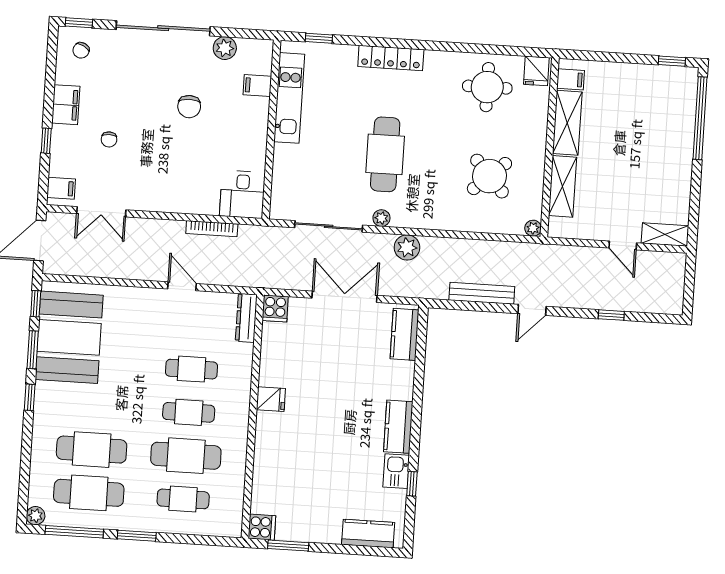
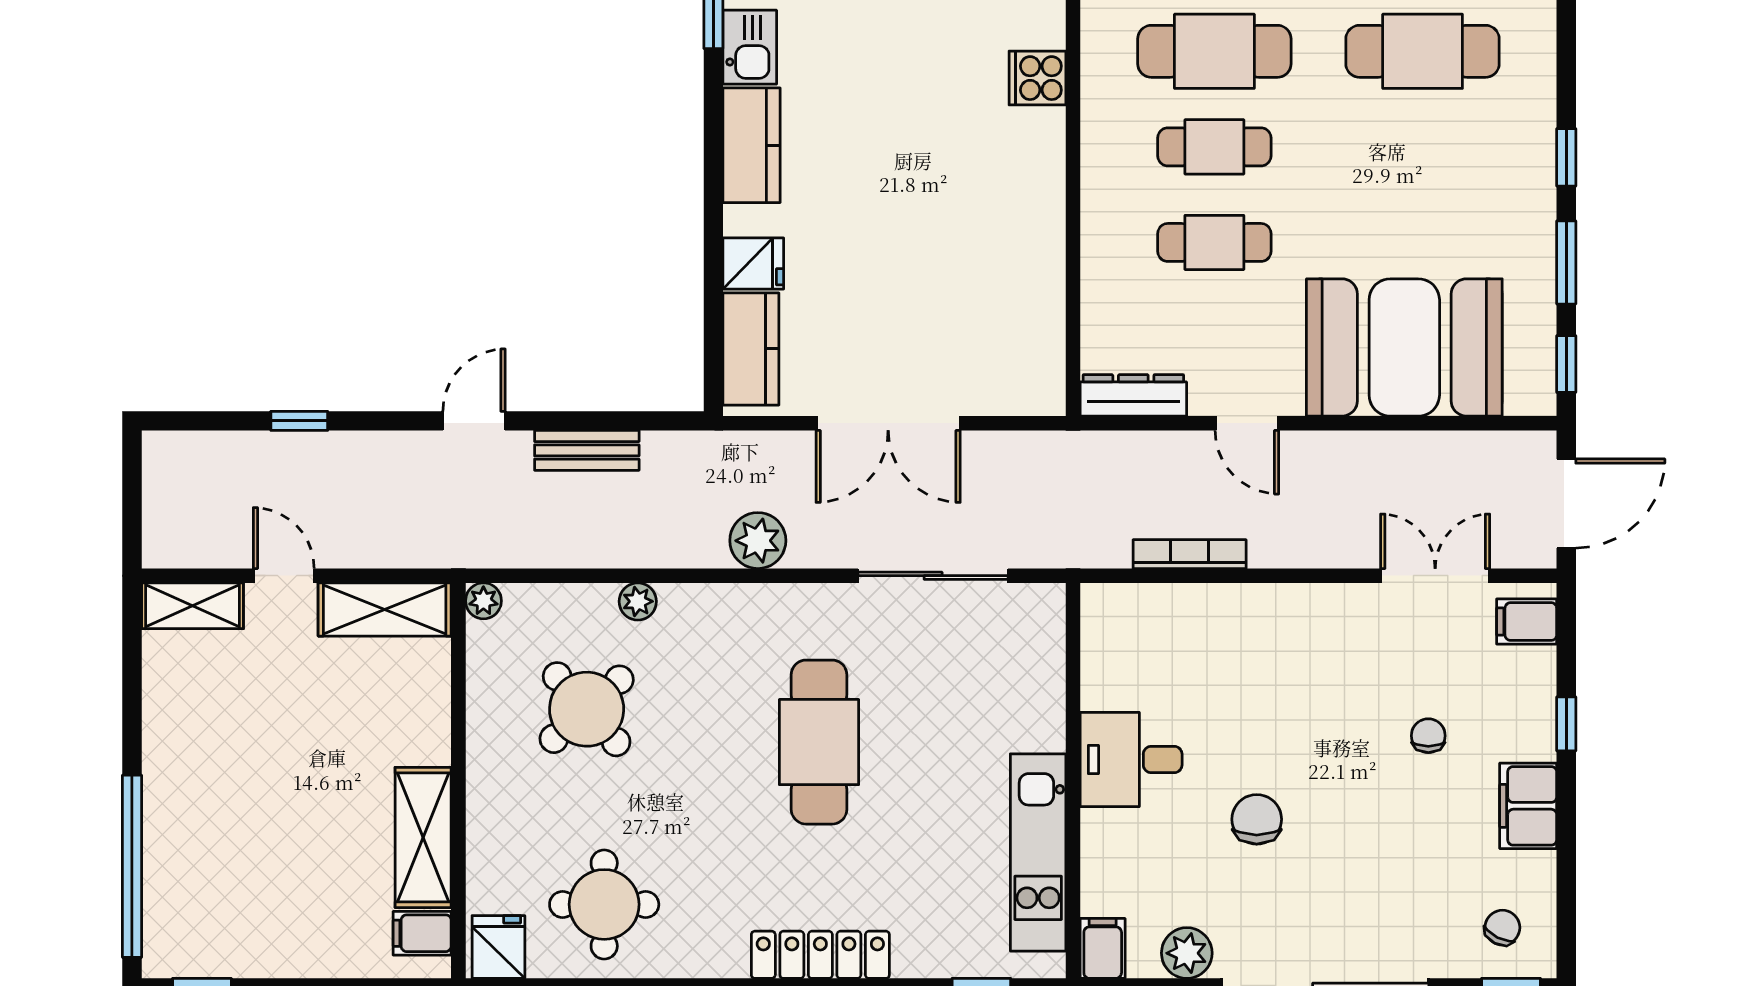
filing cabinet: (257, 85) -> (1103, 948), moved, turned -90
shelving: (562, 186) -> (385, 609), moved, turned 90
desk: (242, 194) -> (1131, 759), moved, turned -90
plant: (381, 218) -> (638, 601), moved
bench: (482, 293) -> (587, 450), width x0.73
cooker: (275, 308) -> (1038, 78), moved, turned -90
dresser: (246, 318) -> (1133, 395), moved, turned -90
booth: (69, 337) -> (1404, 347), moved, turned 90
fridge: (271, 399) -> (753, 264), moved, turned 180

